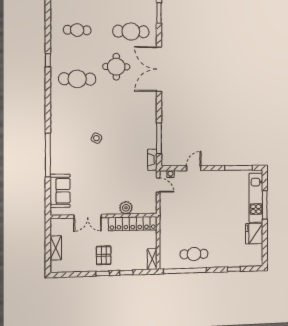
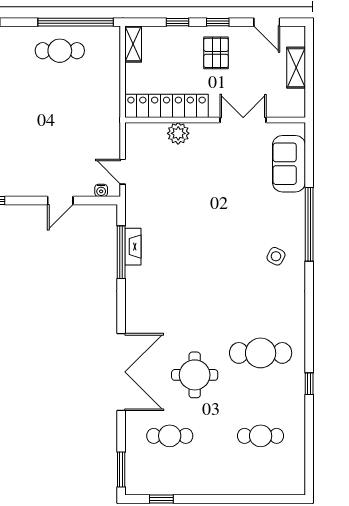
cafe table: (131, 31) -> (170, 436), width x0.73, depth x0.74
side table: (96, 138) -> (276, 256), moved
fireplace: (152, 160) -> (133, 247), moved
door: (73, 274) -> (267, 22), added

